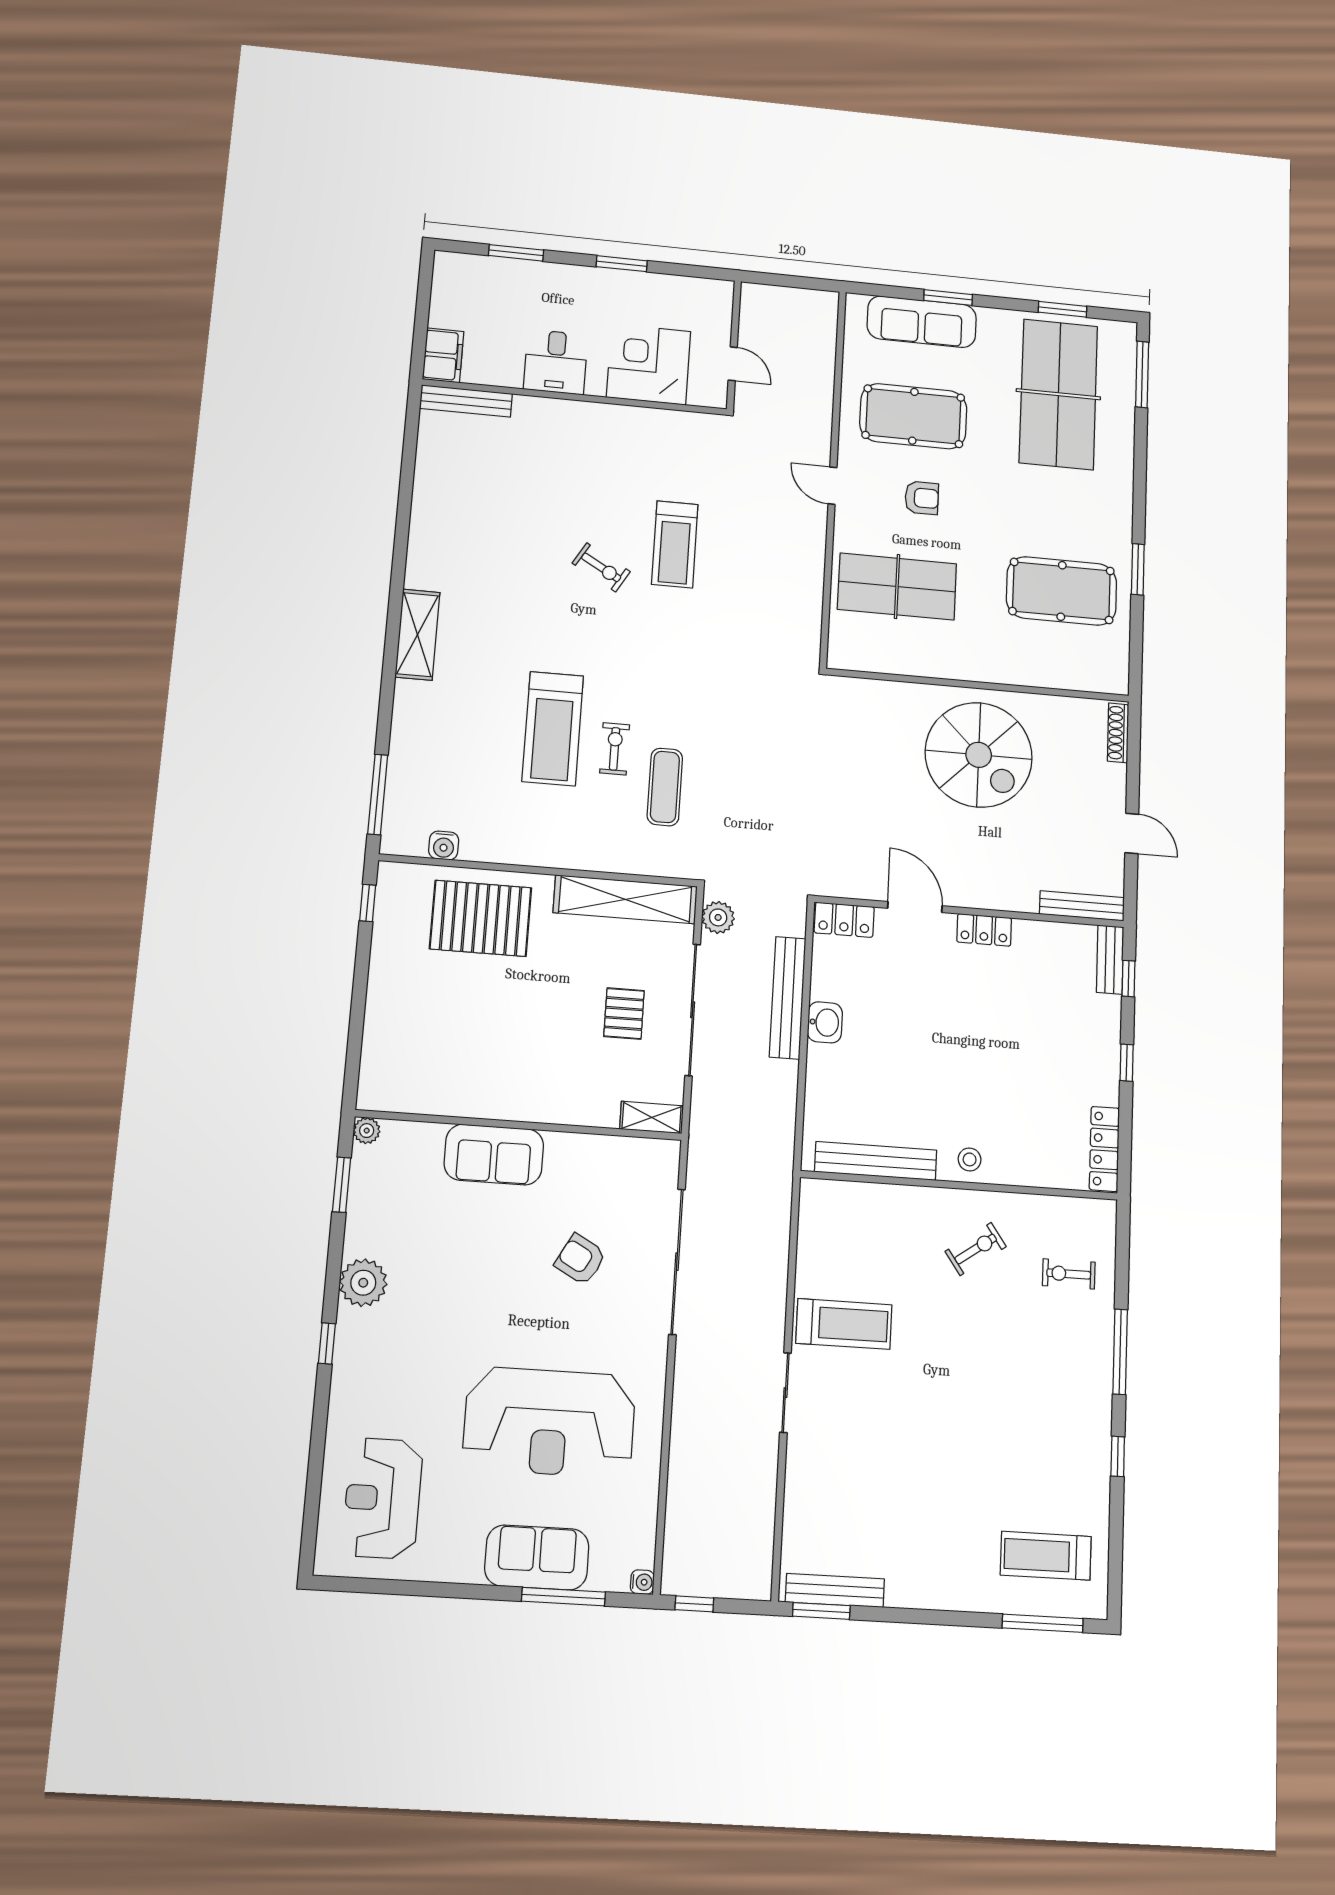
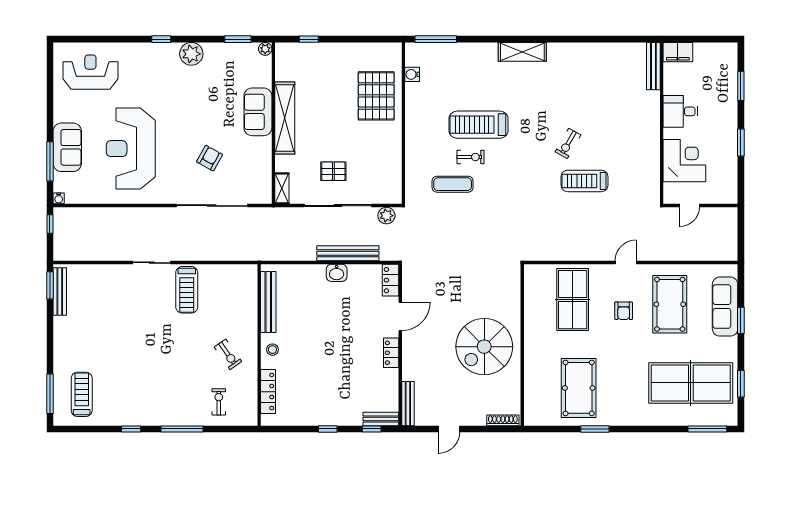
shelving: (625, 899) -> (285, 118), moved
window: (368, 903) -> (309, 39), moved
locker: (1104, 1149) -> (268, 392), moved, turned 90

